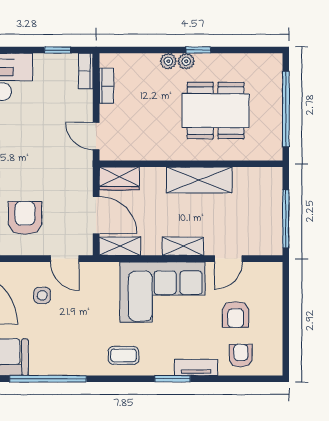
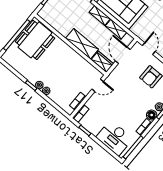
dining table: (216, 111) -> (35, 40), moved, turned 90
door: (96, 136) -> (98, 85), hinge flipped
shelving: (199, 180) -> (82, 44), moved
shelving: (120, 246) -> (116, 29), moved

